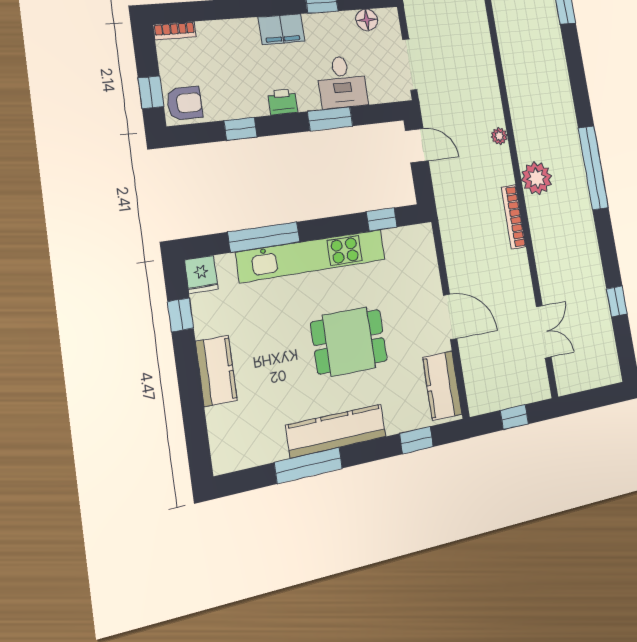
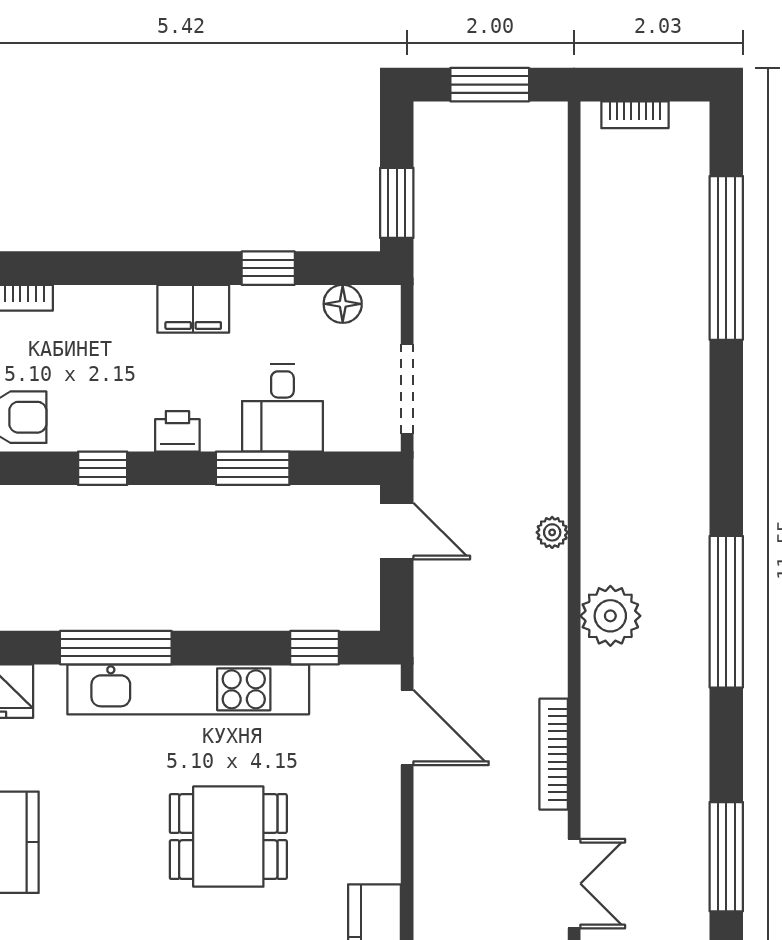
bookcase: (514, 217) -> (554, 754), moved
window: (617, 301) -> (726, 857), width x2.17
door: (450, 317) -> (407, 727), moved

